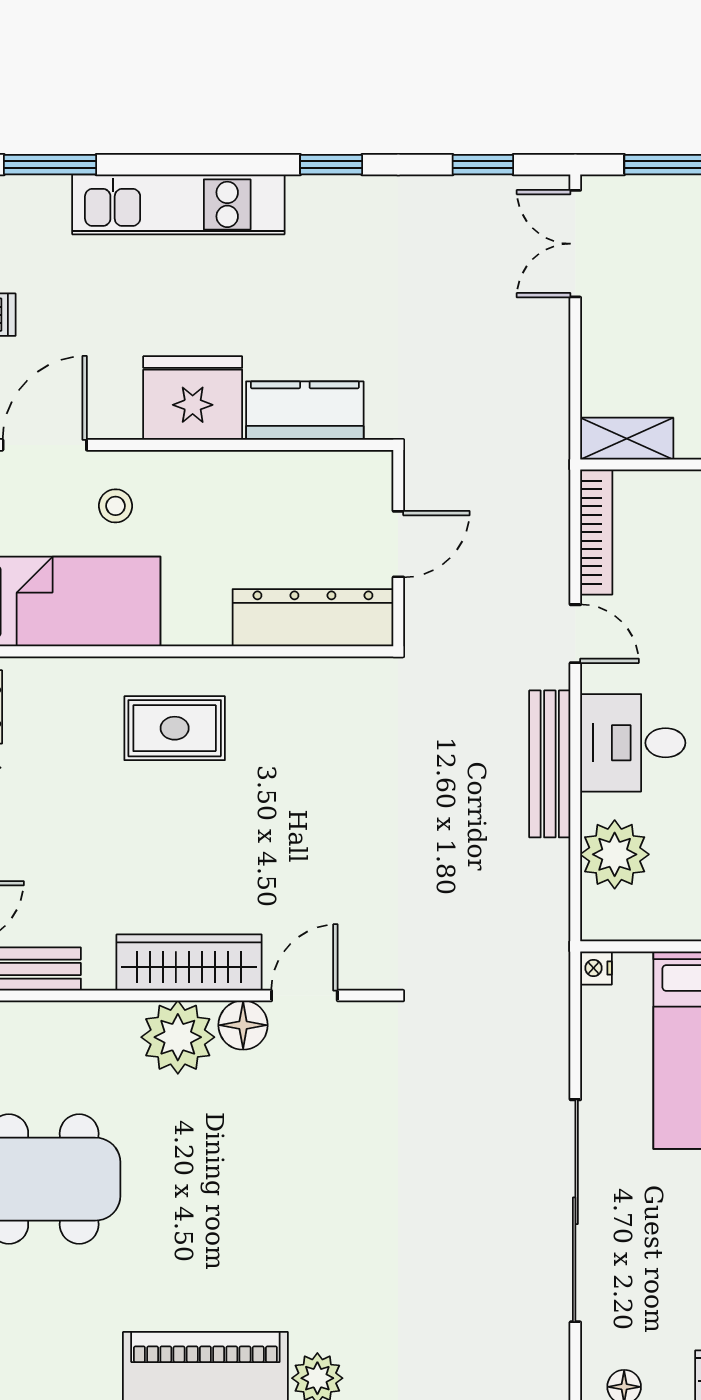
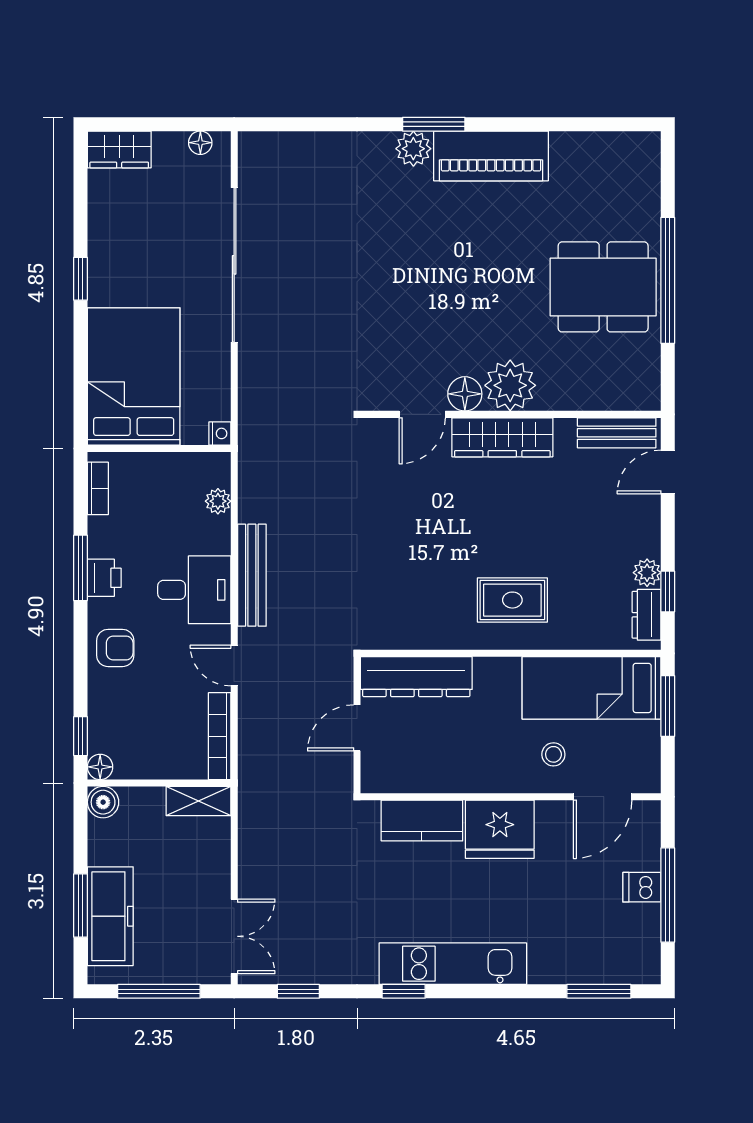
kitchen unit: (178, 204) -> (453, 964), moved
plant: (615, 854) -> (218, 501), width x0.53, depth x0.53

